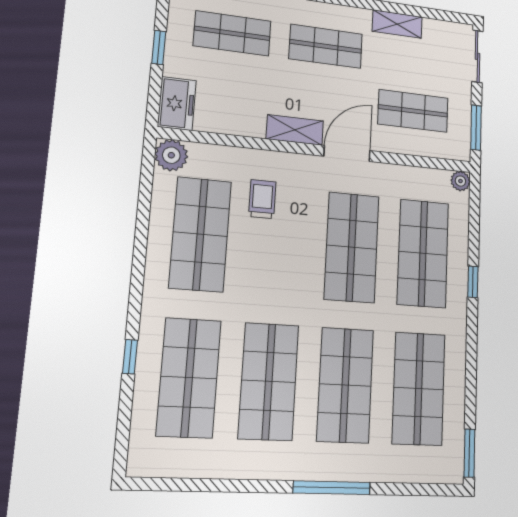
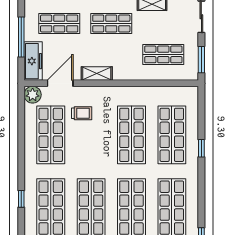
window: (159, 47) -> (21, 37), width x2.17
freezer: (177, 104) -> (33, 61), width x1.40
door: (347, 153) -> (60, 83), moved
plant: (460, 181) -> (193, 92), removed
trolley: (262, 199) -> (82, 113), turned 90

